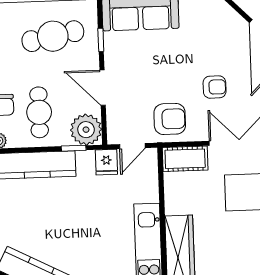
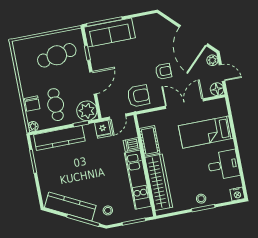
door: (103, 88) -> (93, 83), swing flipped
cot: (185, 159) -> (150, 141), moved, turned 90
dishwasher: (147, 193) -> (132, 144), added

